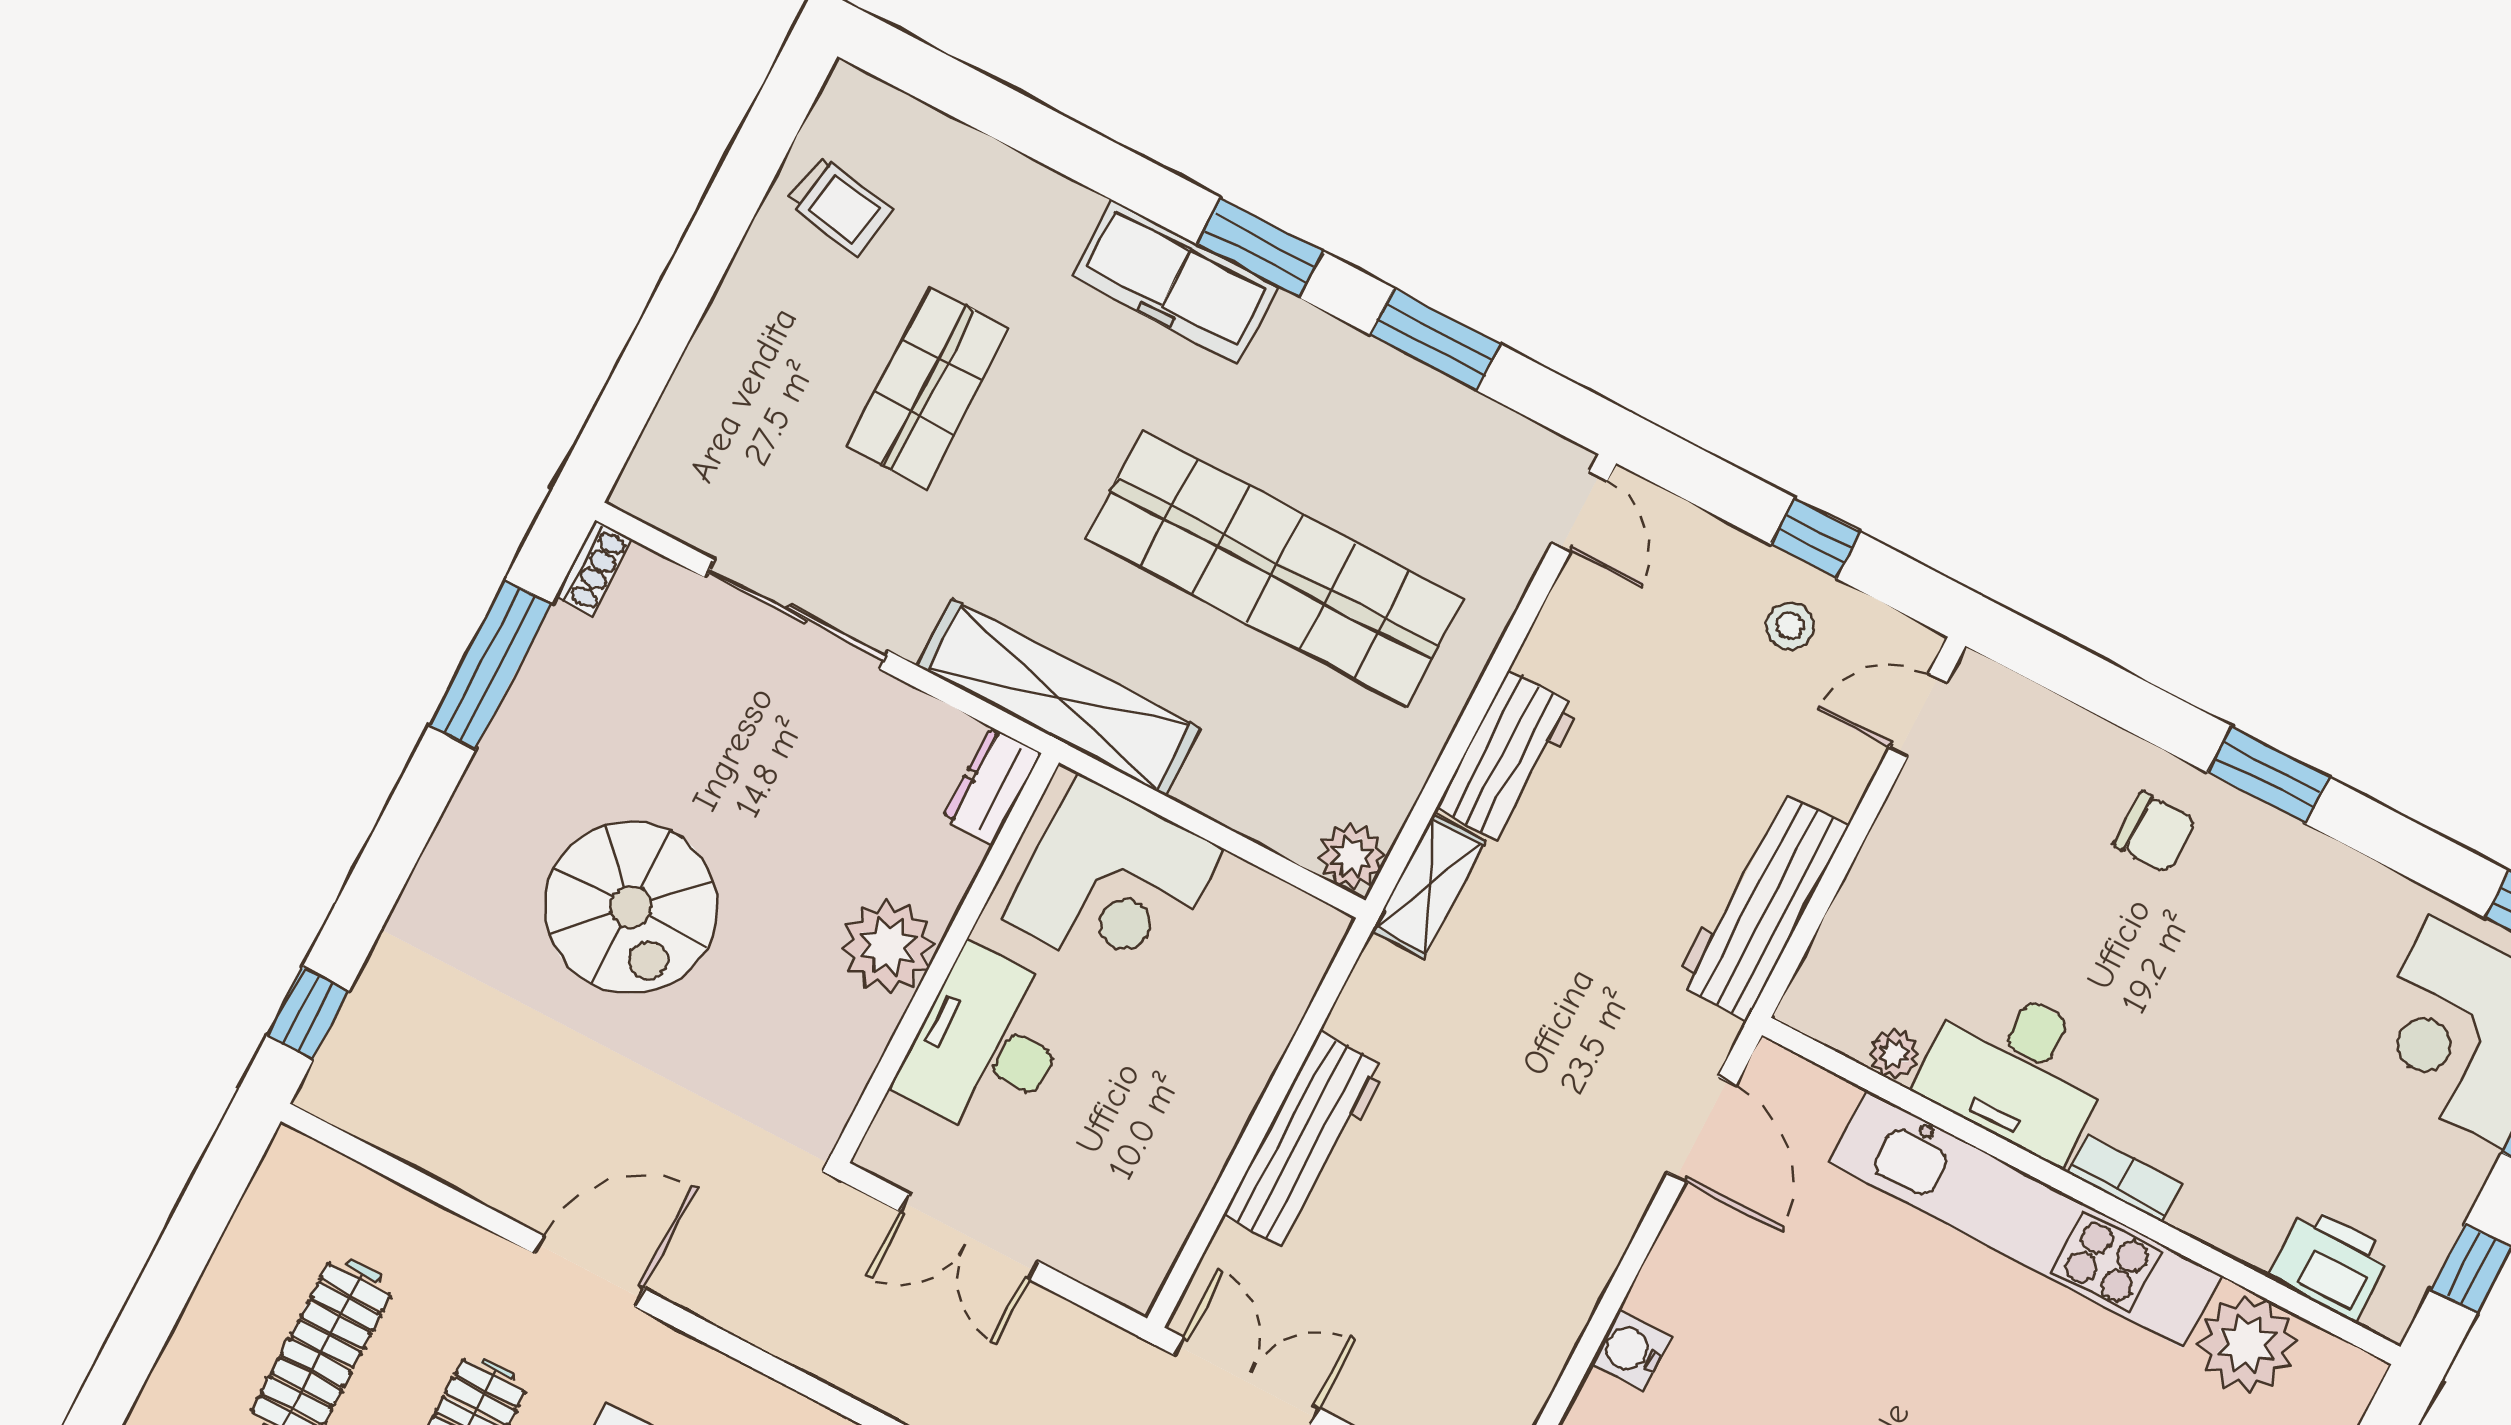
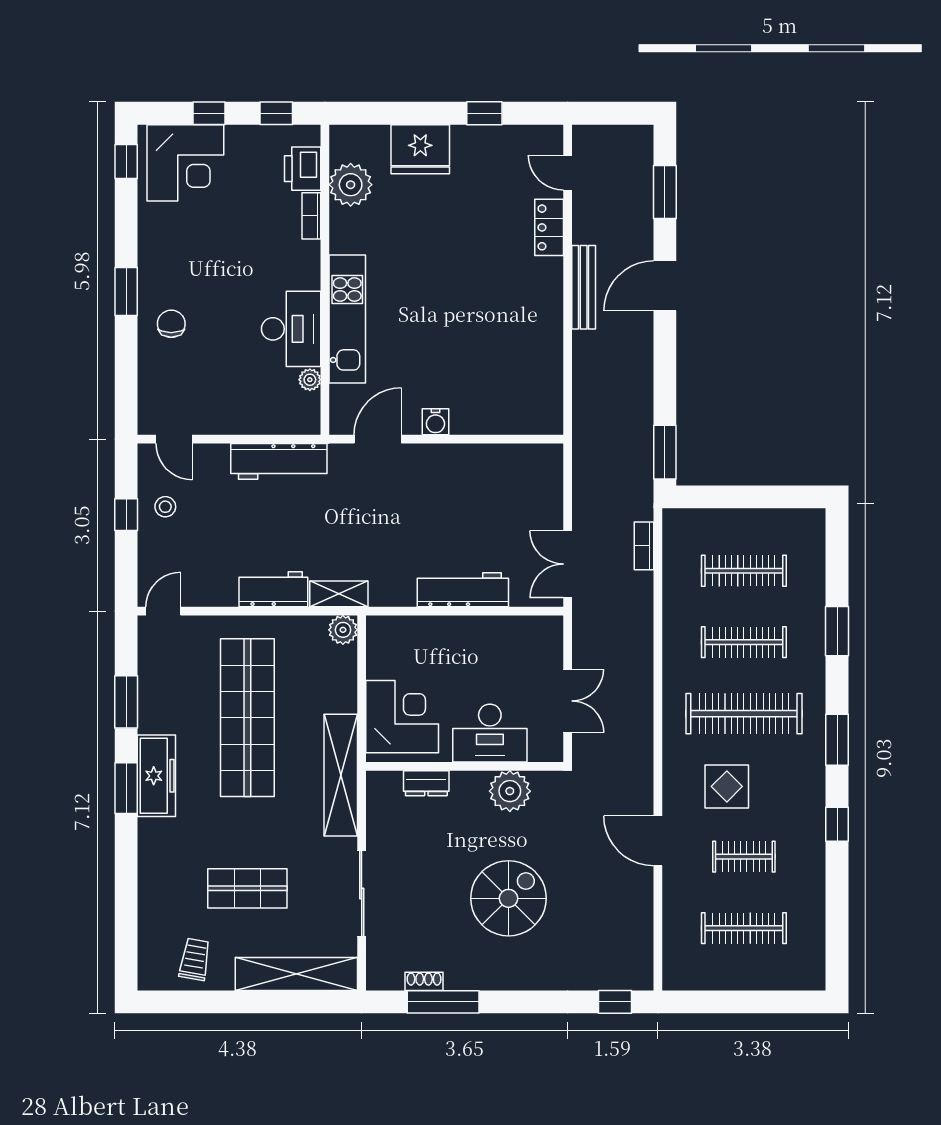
freezer: (1174, 281) -> (156, 776), moved
shelving: (703, 396) -> (296, 974), added
shoe rack: (594, 568) -> (424, 981), moved
dresser: (992, 786) -> (426, 783), moved
plant: (888, 946) -> (510, 791), moved
bookcase: (2124, 1178) -> (311, 216), moved
kitchen unit: (2025, 1219) -> (347, 319), width x0.73
water cooler: (1631, 1351) -> (435, 422), moved

